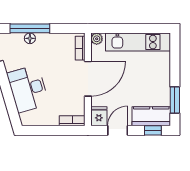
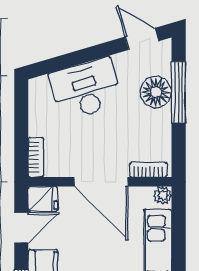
floor lamp: (30, 38) -> (156, 92), width x1.89, depth x1.89
door: (118, 130) -> (21, 228), hinge flipped

